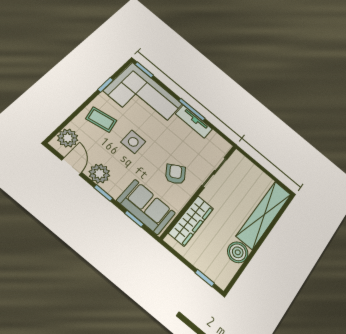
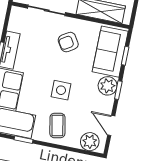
door: (72, 166) -> (111, 125), hinge flipped
plant: (99, 174) -> (108, 86), moved

